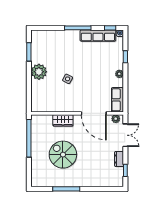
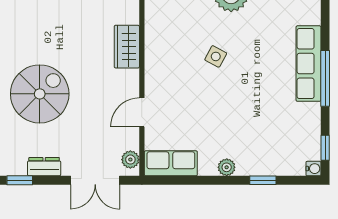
row of seats: (98, 36) -> (308, 64), moved
door: (94, 113) -> (142, 112), width x0.53
spiral stairs: (63, 155) -> (40, 94), moved

